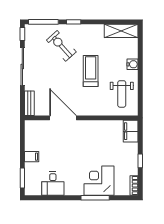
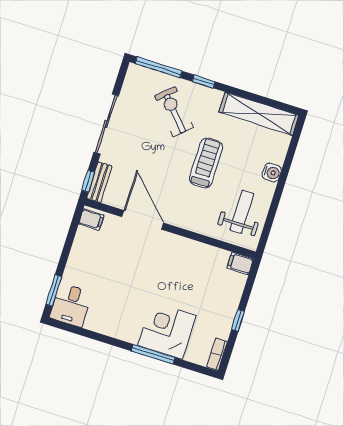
shelving: (121, 31) -> (259, 114), width x1.47
window: (22, 34) -> (88, 181), moved
weight bench: (122, 94) -> (242, 212), turned 180
filing cabinet: (131, 131) -> (240, 263), width x0.50
filing cabinet: (32, 157) -> (91, 219), moved
desk: (53, 184) -> (71, 305), moved

